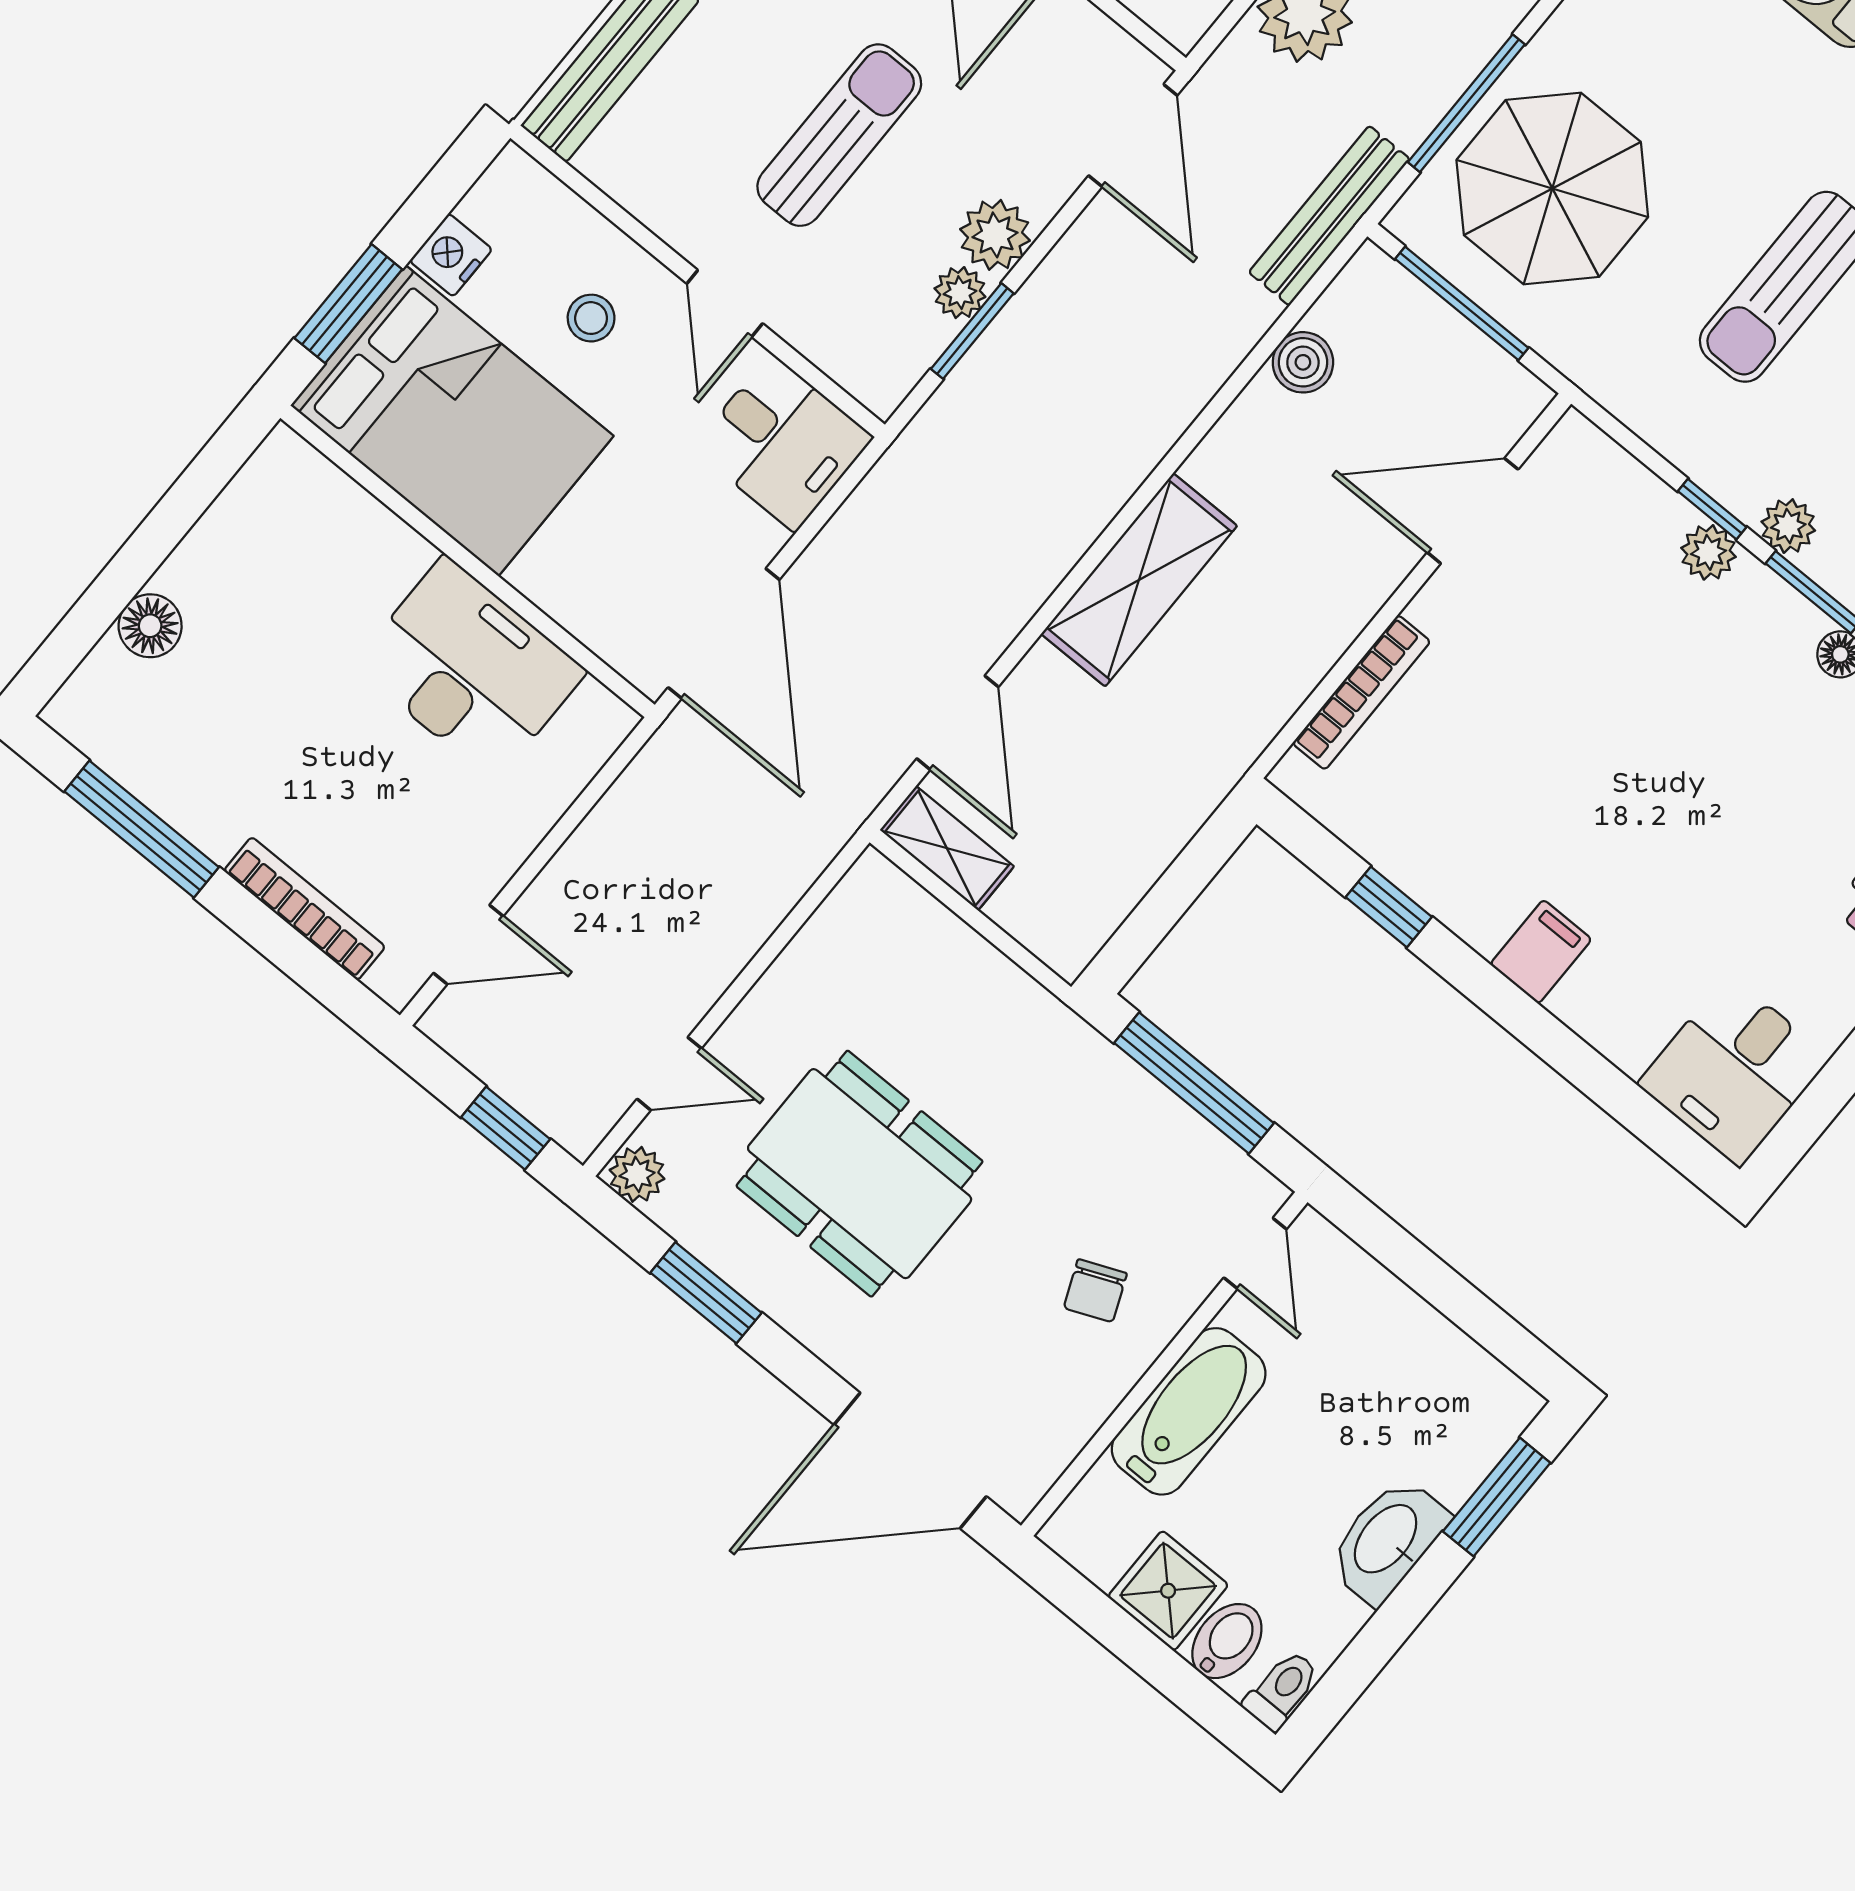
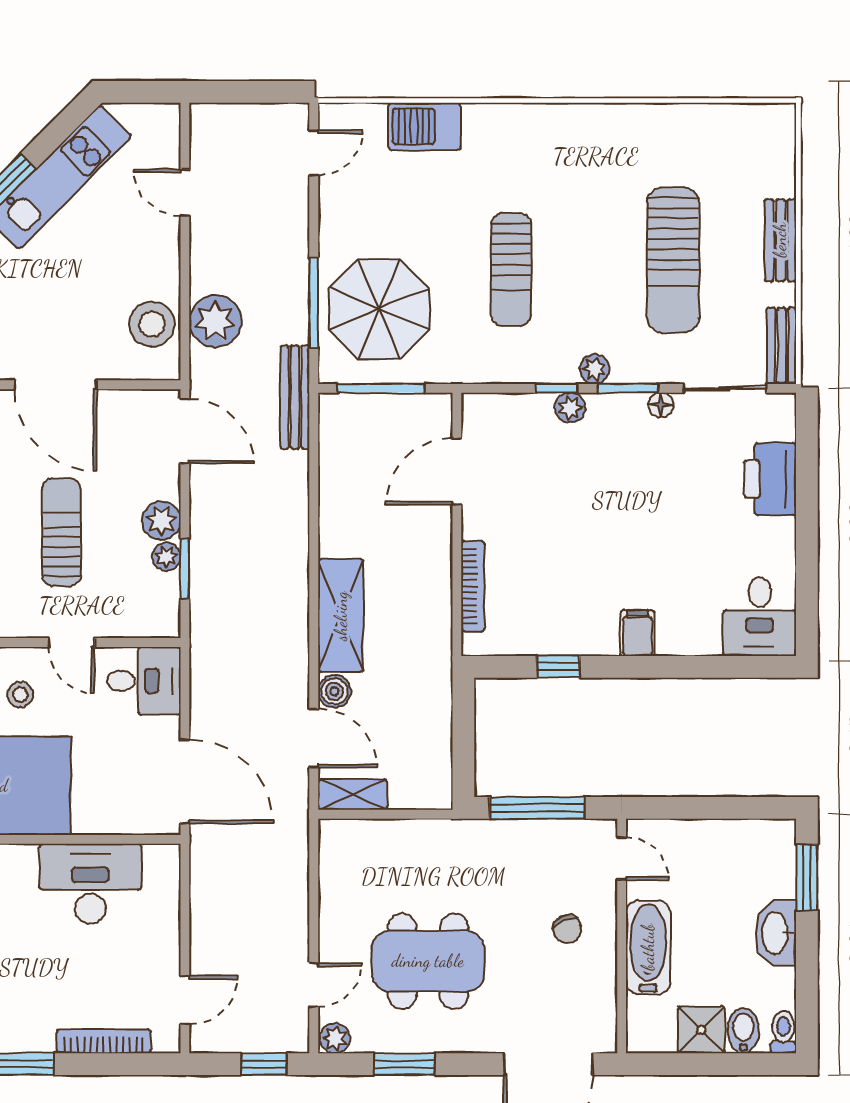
boiler: (1303, 362) -> (334, 691), moved

